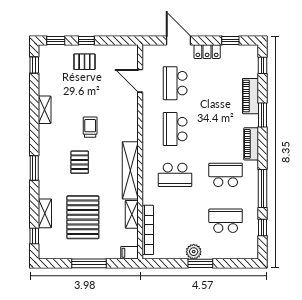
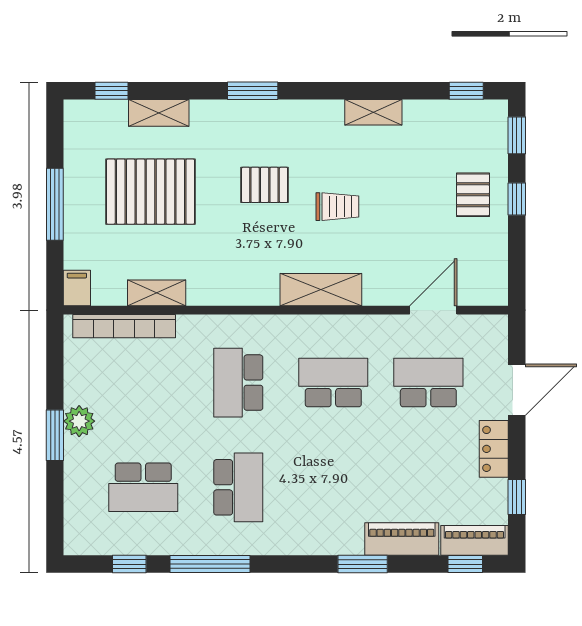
piano: (251, 144) -> (475, 540), moved
shelving: (130, 170) -> (321, 290), moved, width x0.68
school desk: (226, 221) -> (143, 487), turned 90

